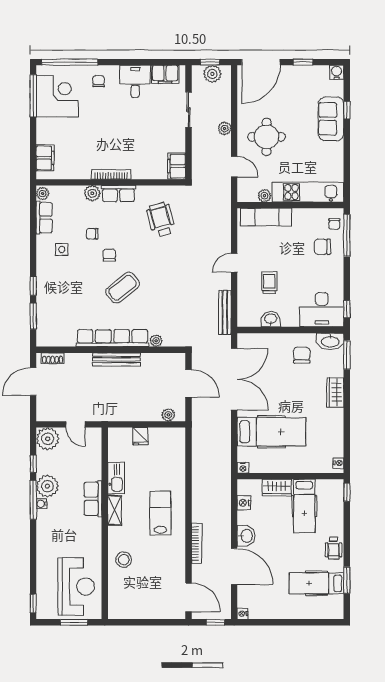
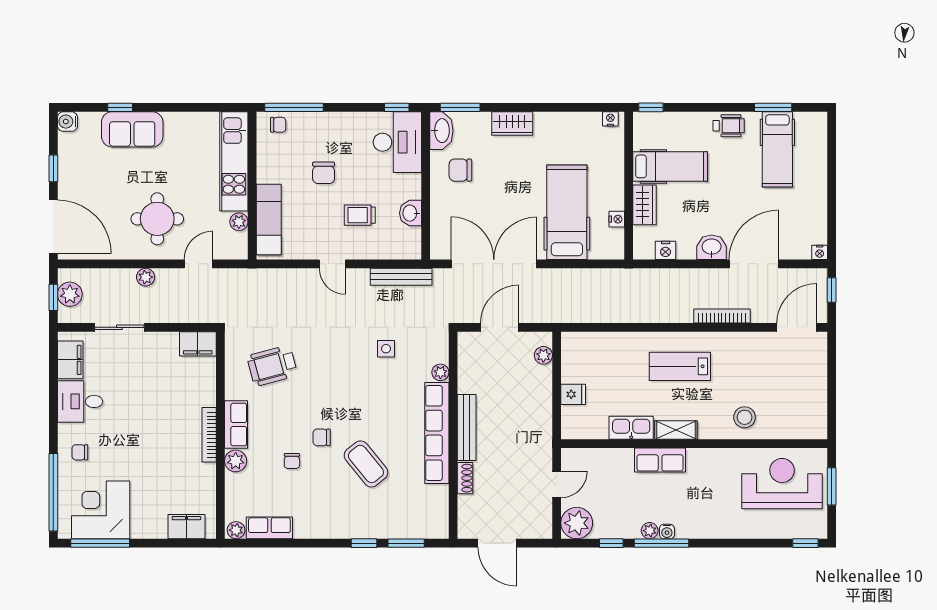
chair: (322, 247) -> (324, 173), moved
side table: (62, 249) -> (386, 349), moved
coffee table: (123, 288) -> (366, 464), moved
shoe rack: (53, 358) -> (465, 478), moved
nightstand: (243, 468) -> (617, 219), moved
plant: (47, 486) -> (650, 531), width x0.53, depth x0.53

